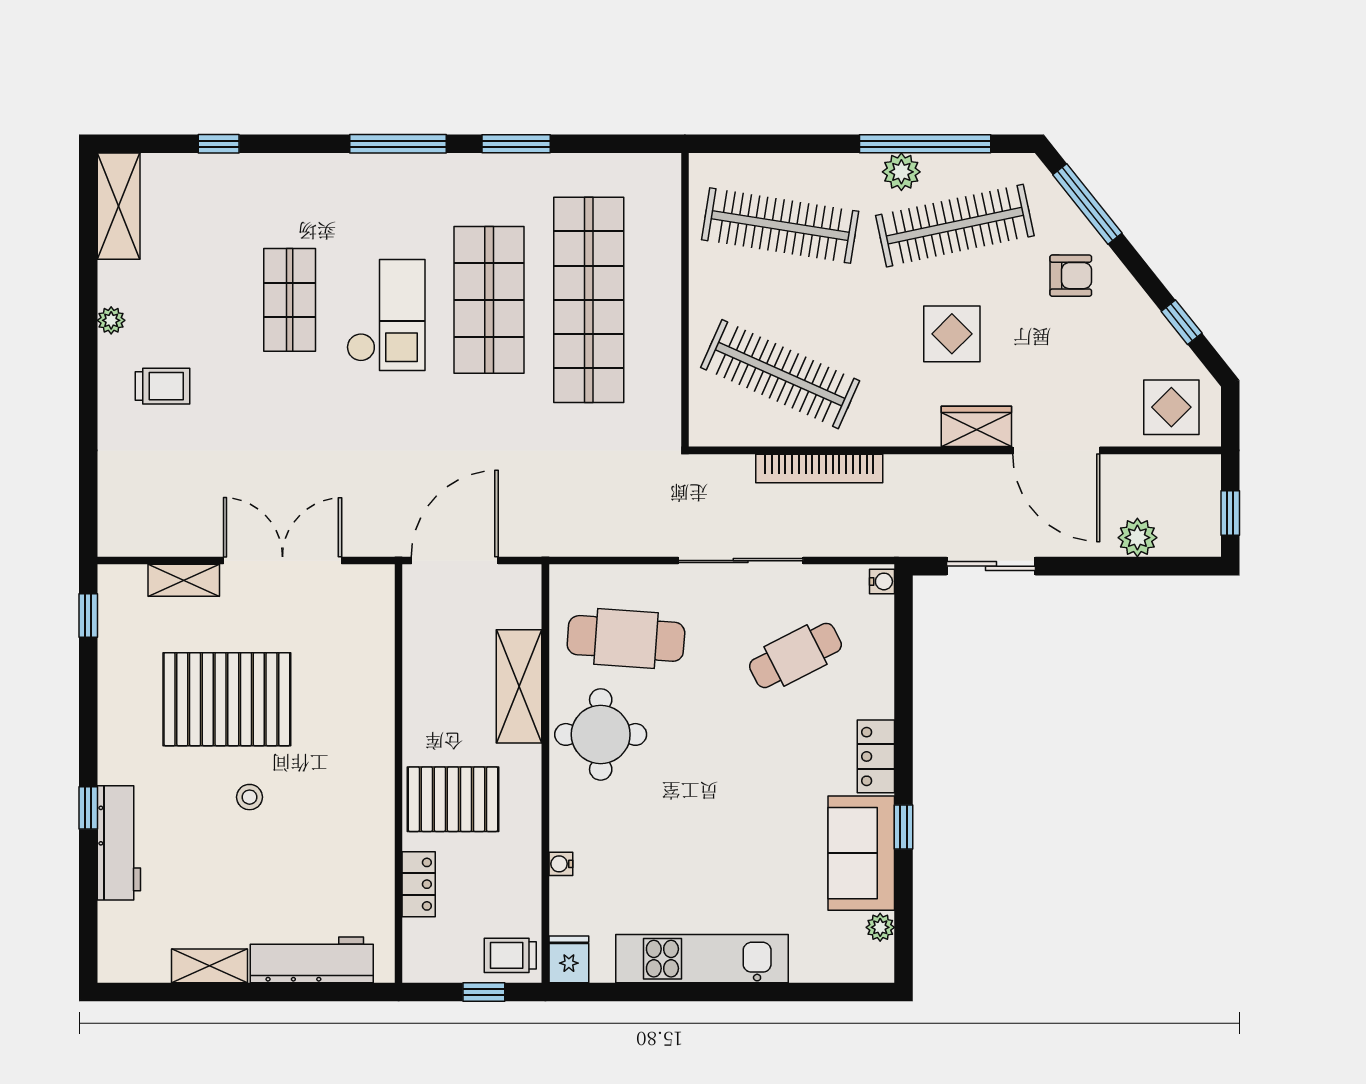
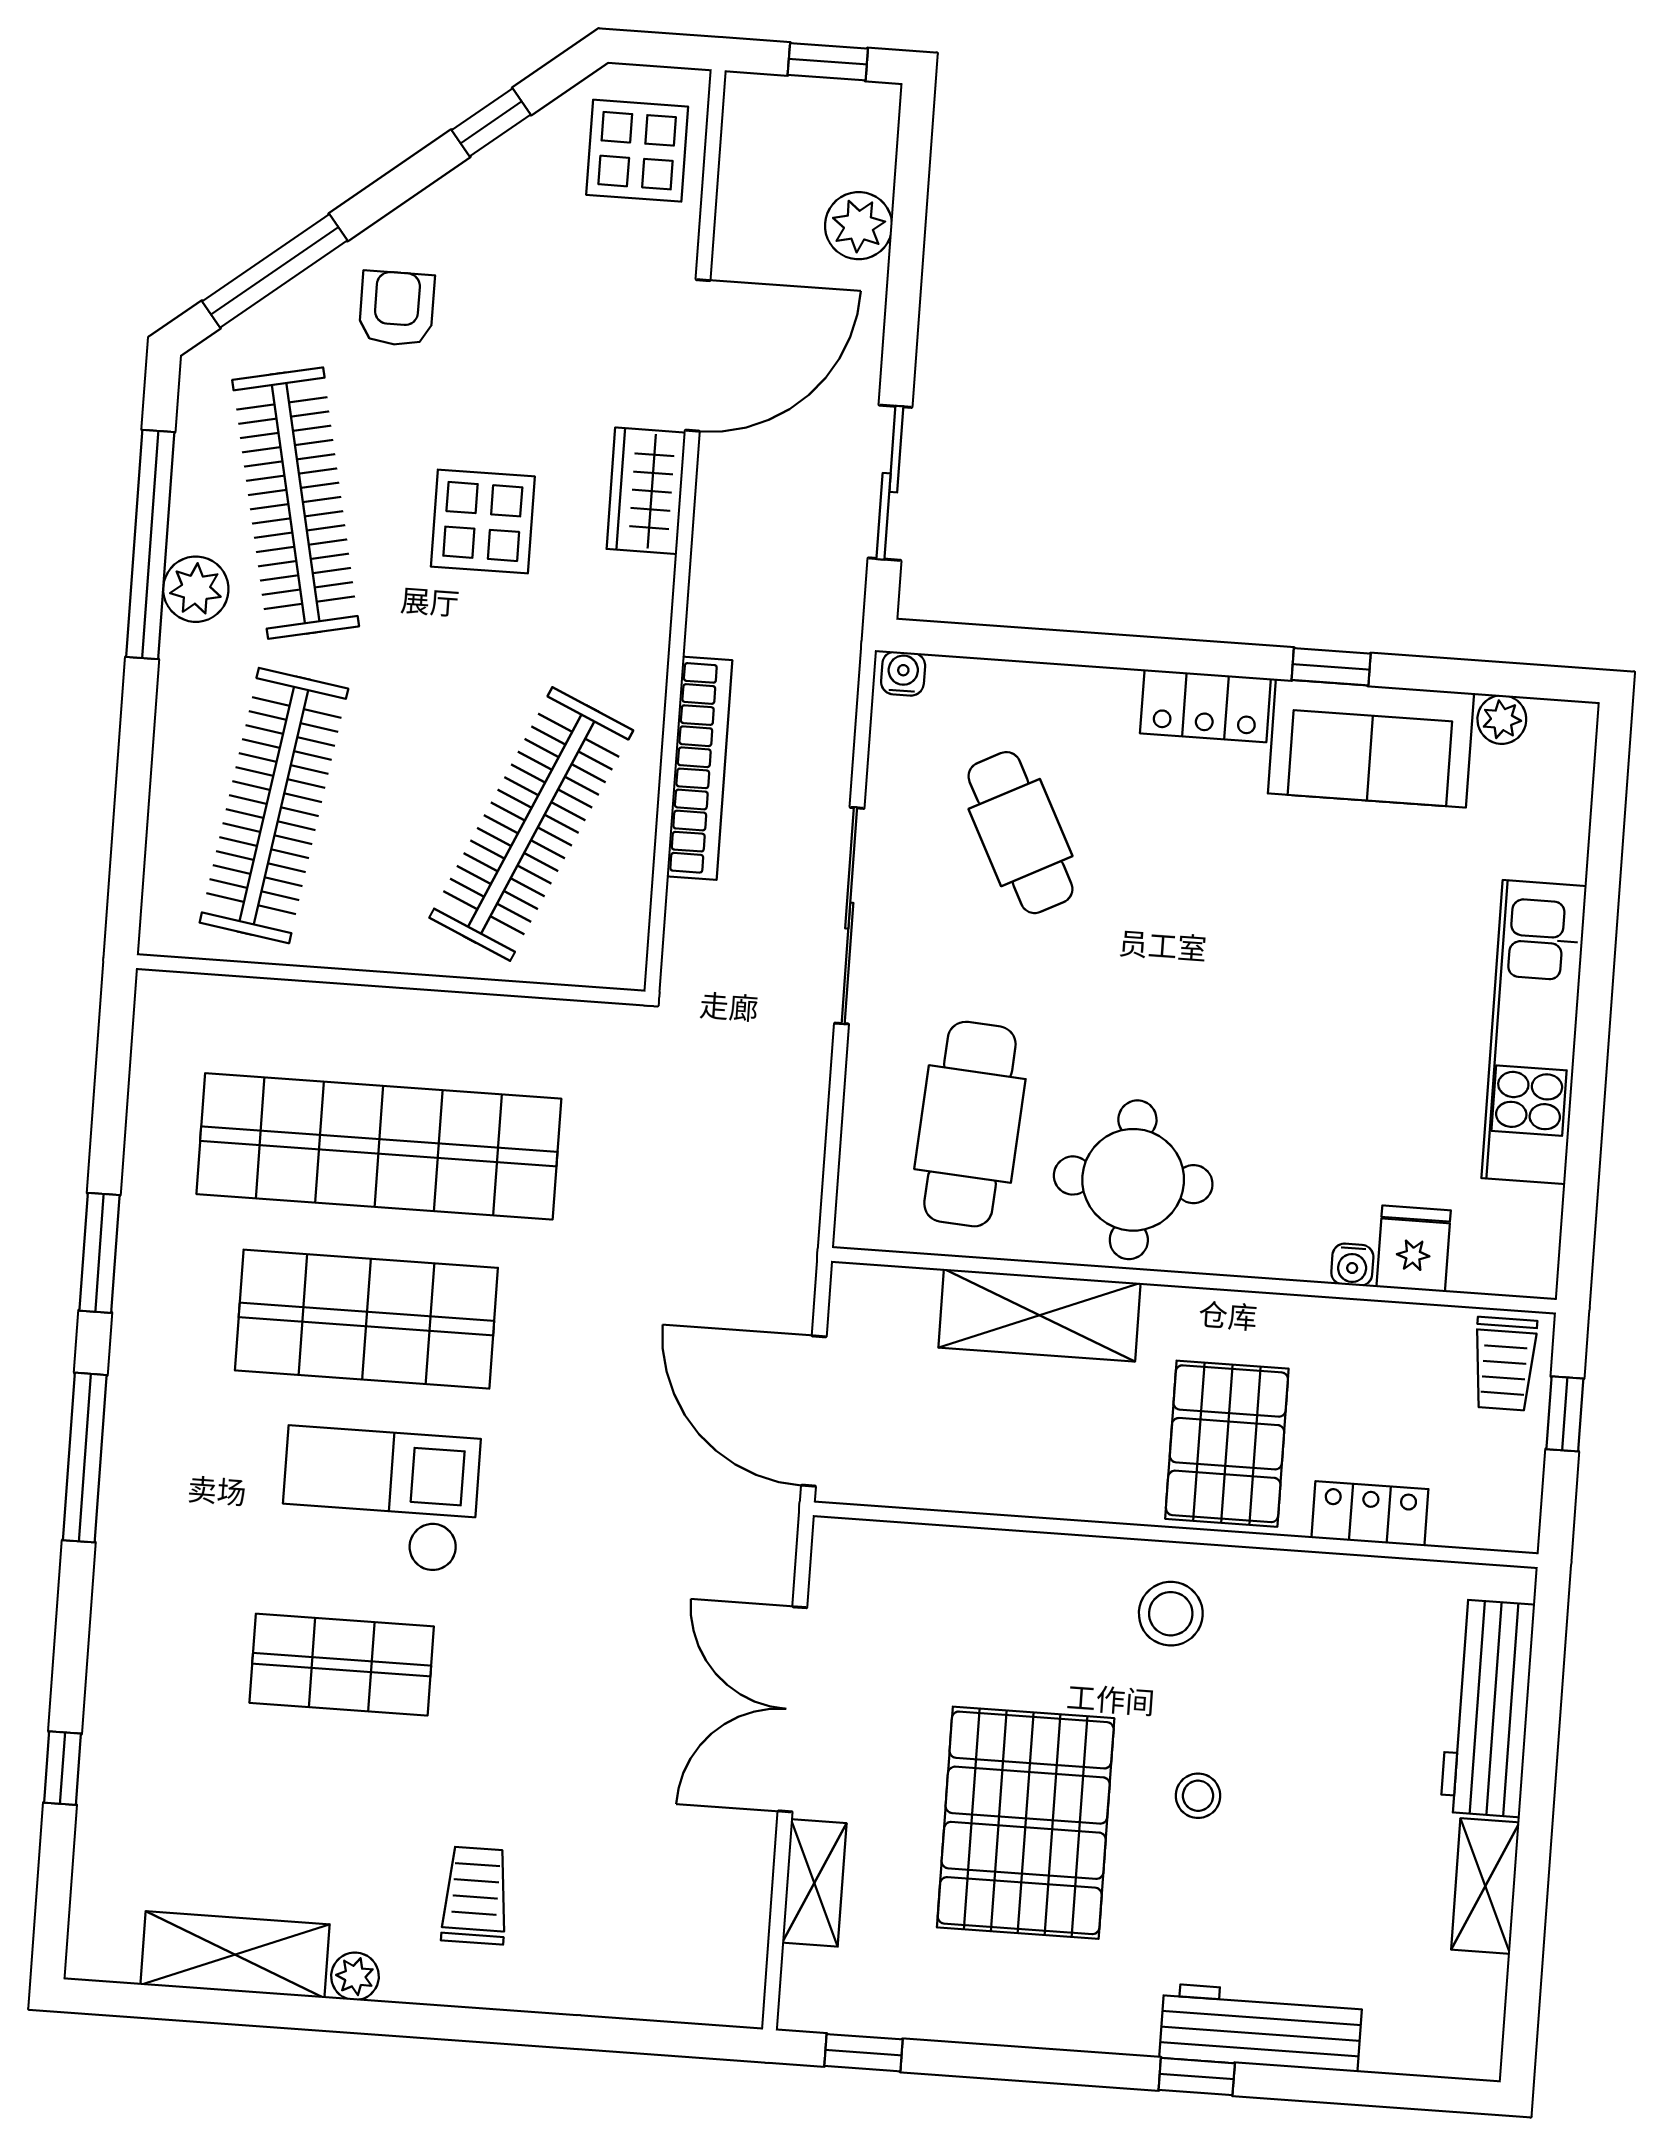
shelving: (119, 206) -> (235, 1955), moved
stool: (353, 774) -> (1171, 1614), added
fridge: (569, 959) -> (1414, 1249), moved, turned 90

